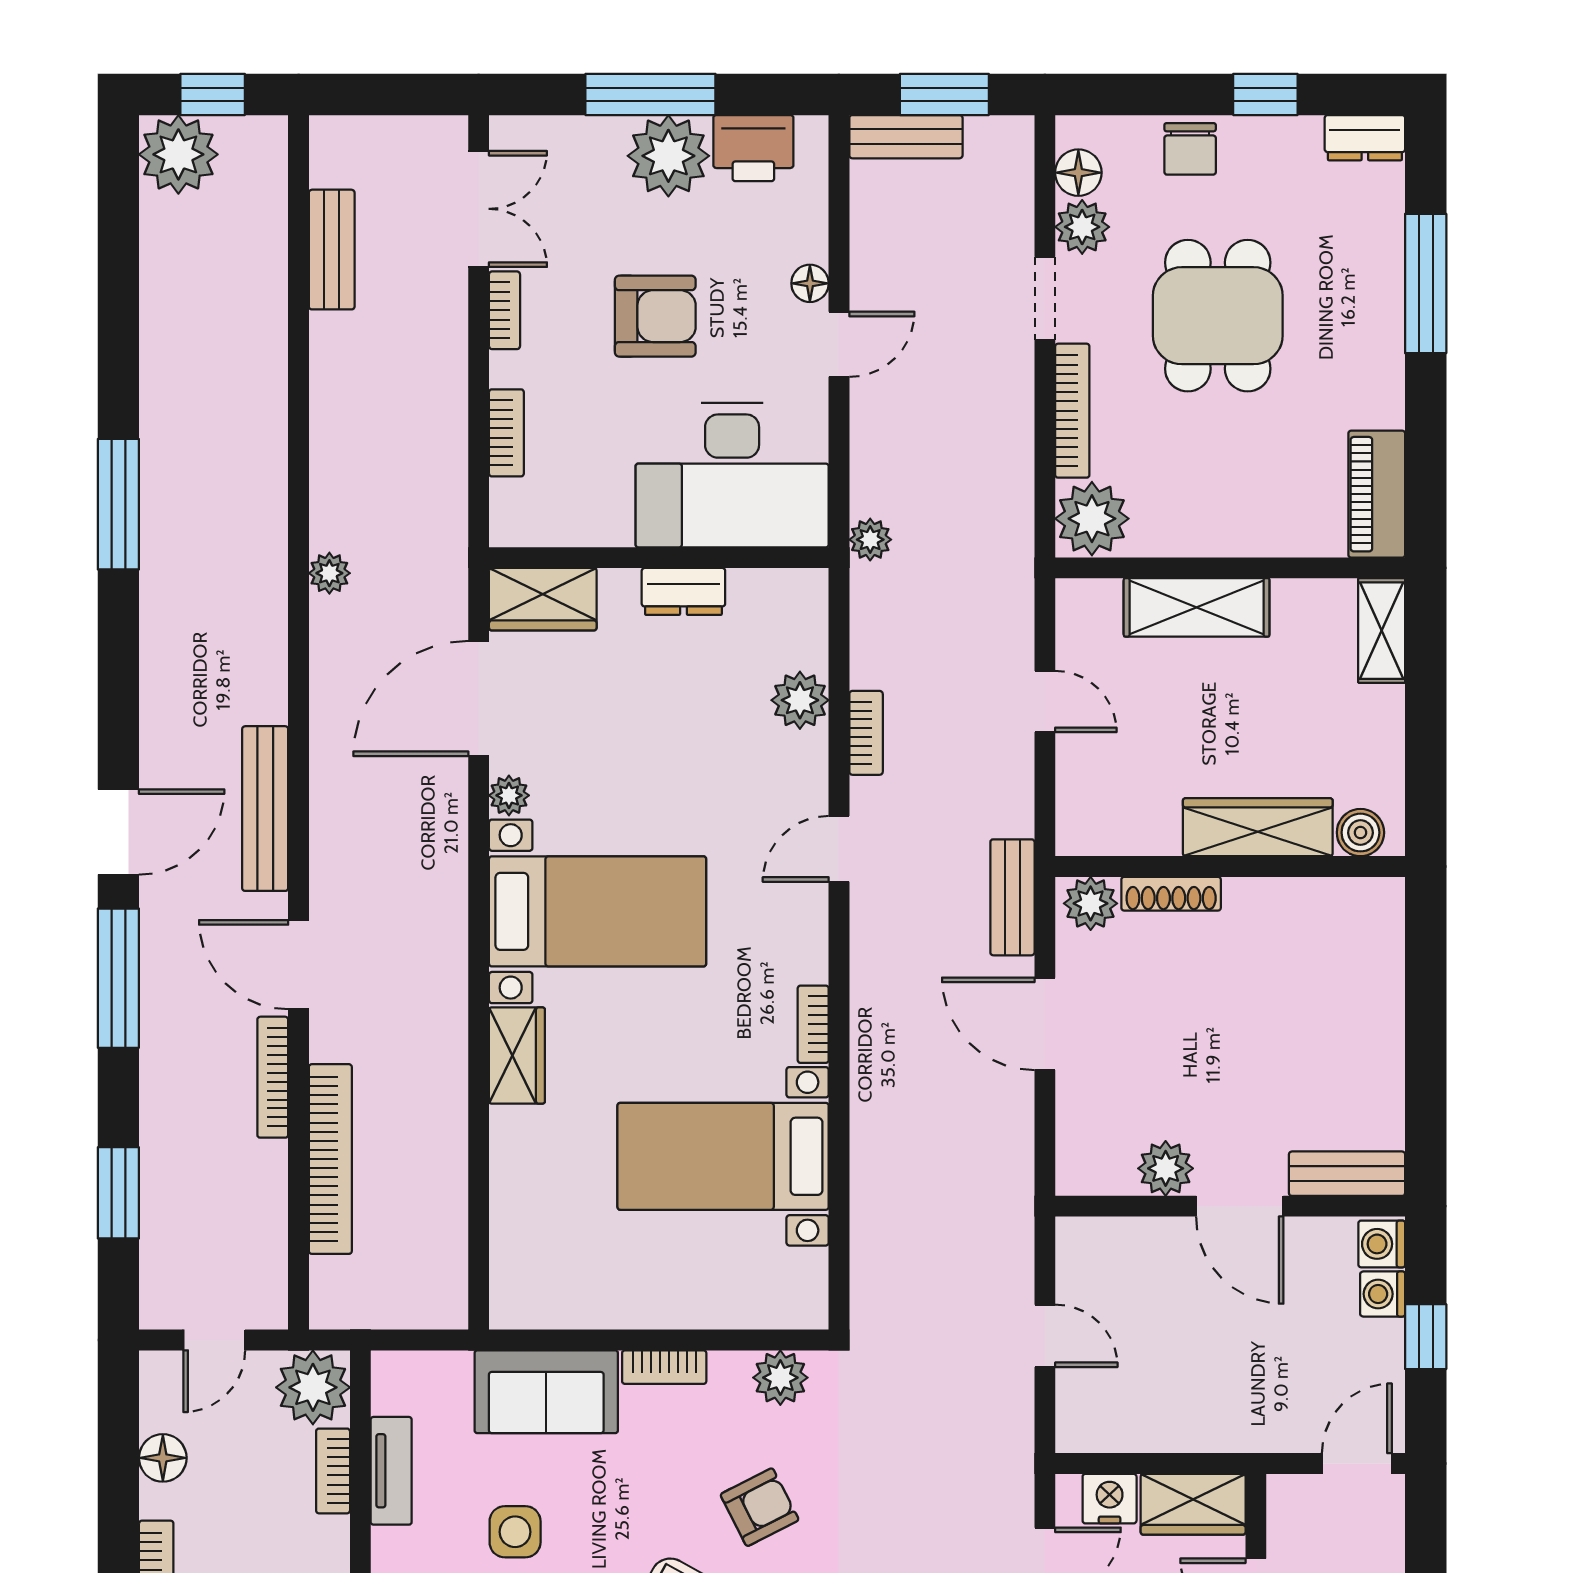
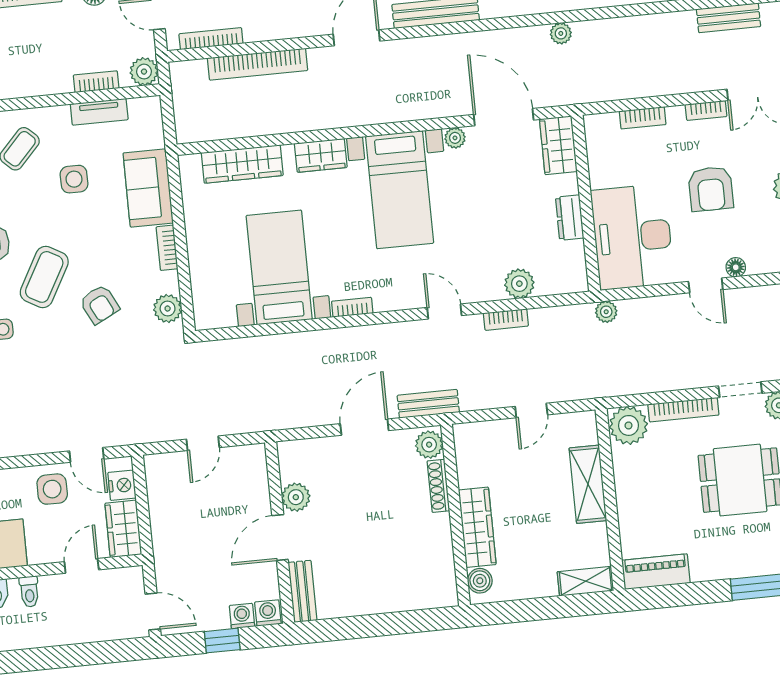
bookcase: (273, 1077) -> (211, 39), moved
wardrobe: (518, 1207) -> (242, 164), added
plant: (313, 1387) -> (144, 72), width x0.73, depth x0.73

